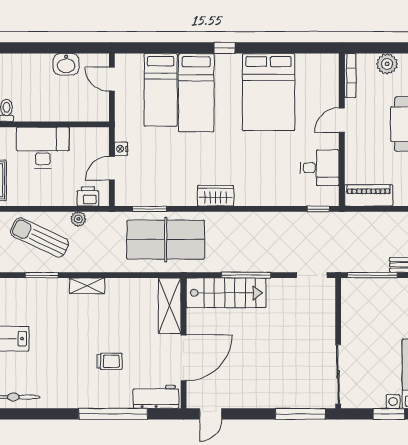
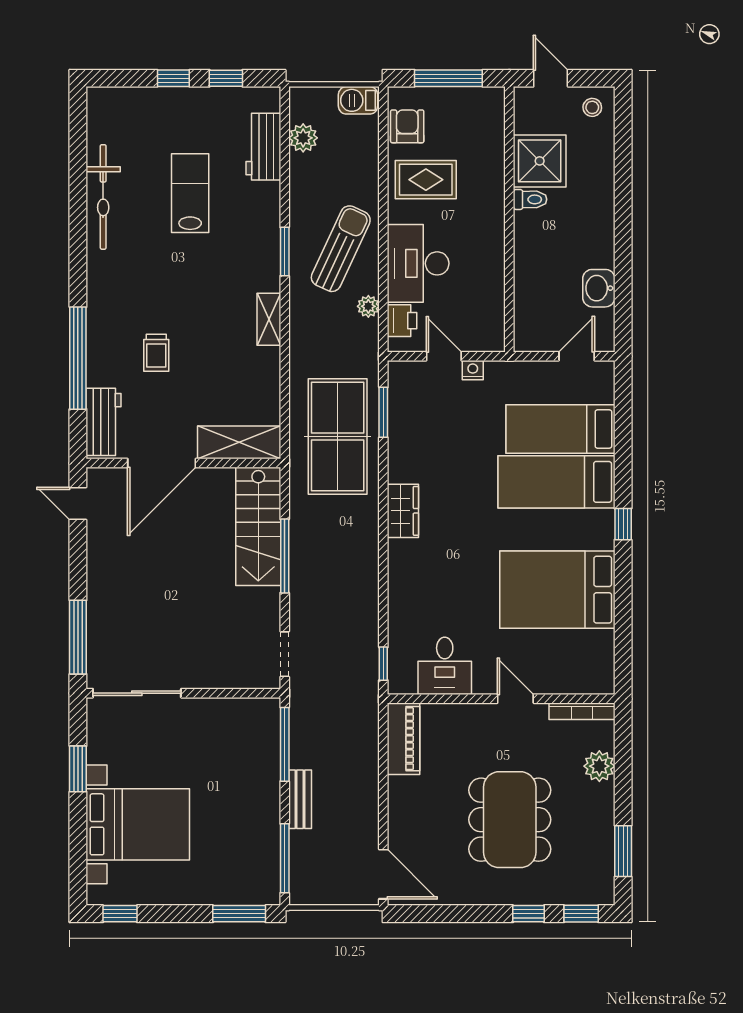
desk: (43, 148) -> (418, 263), moved, turned 180
door: (184, 358) -> (162, 463), hinge flipped

